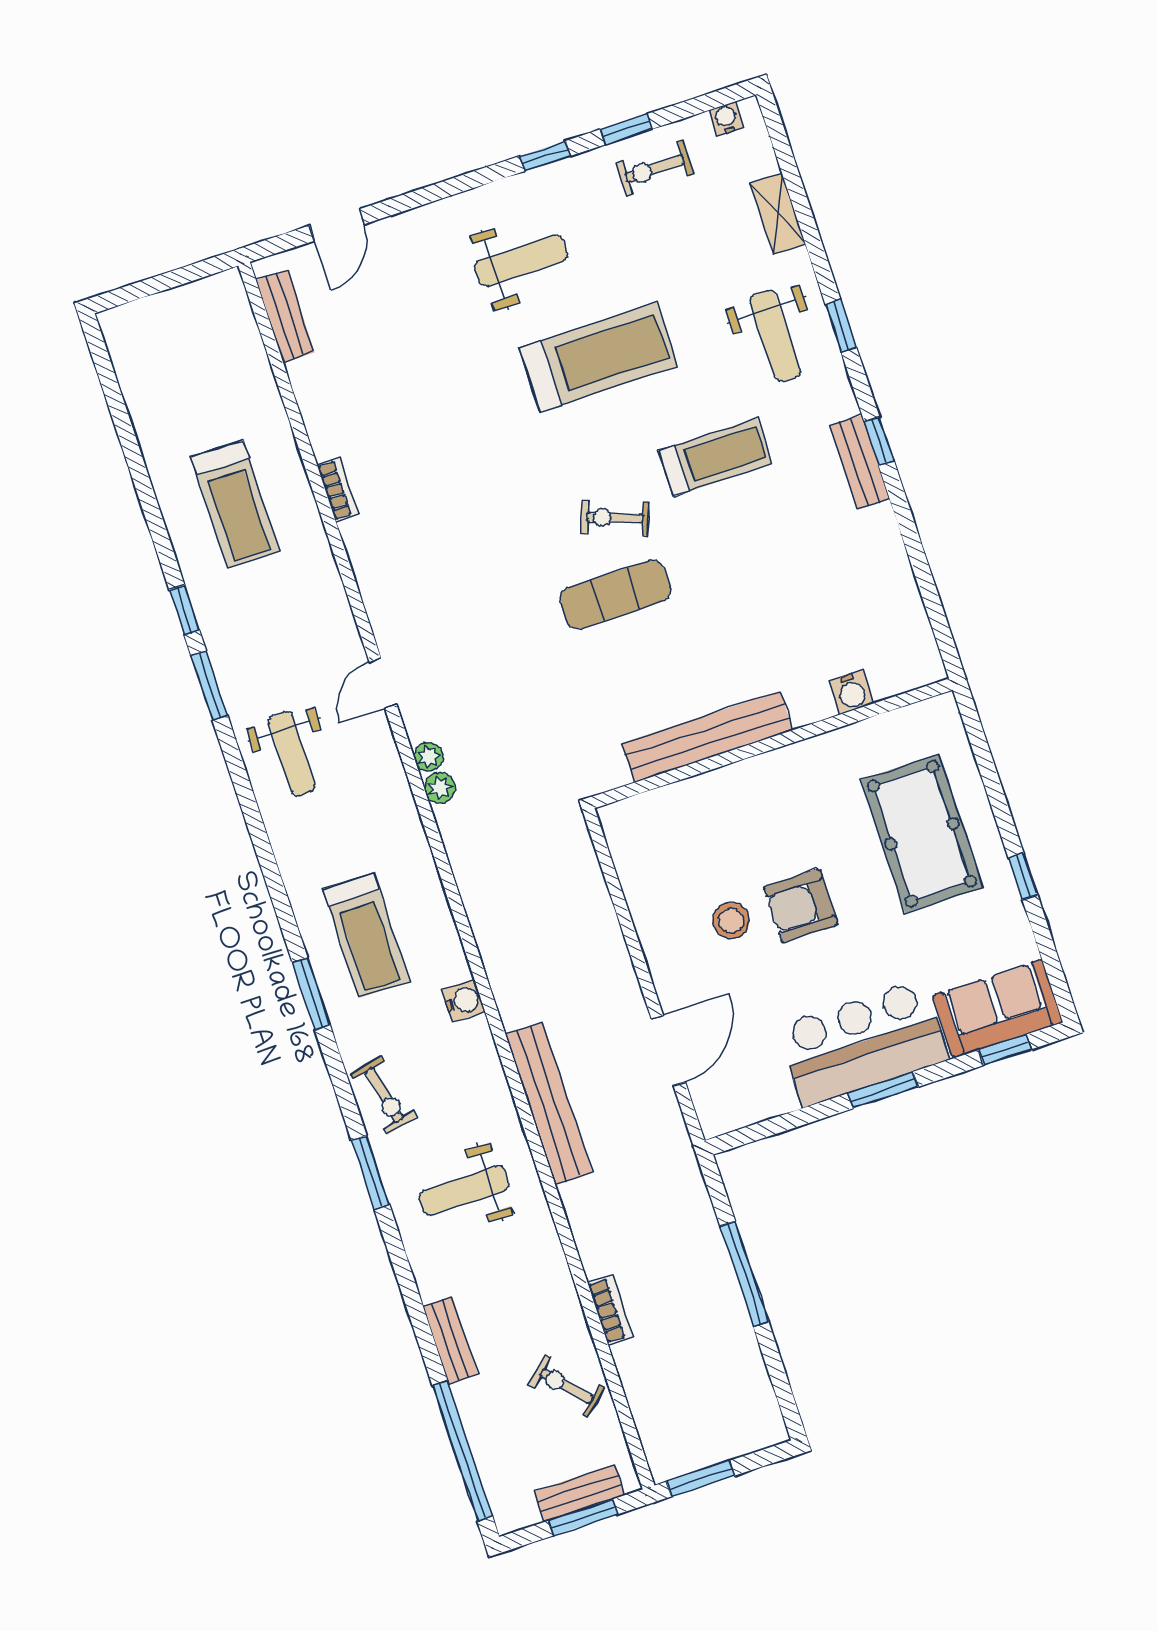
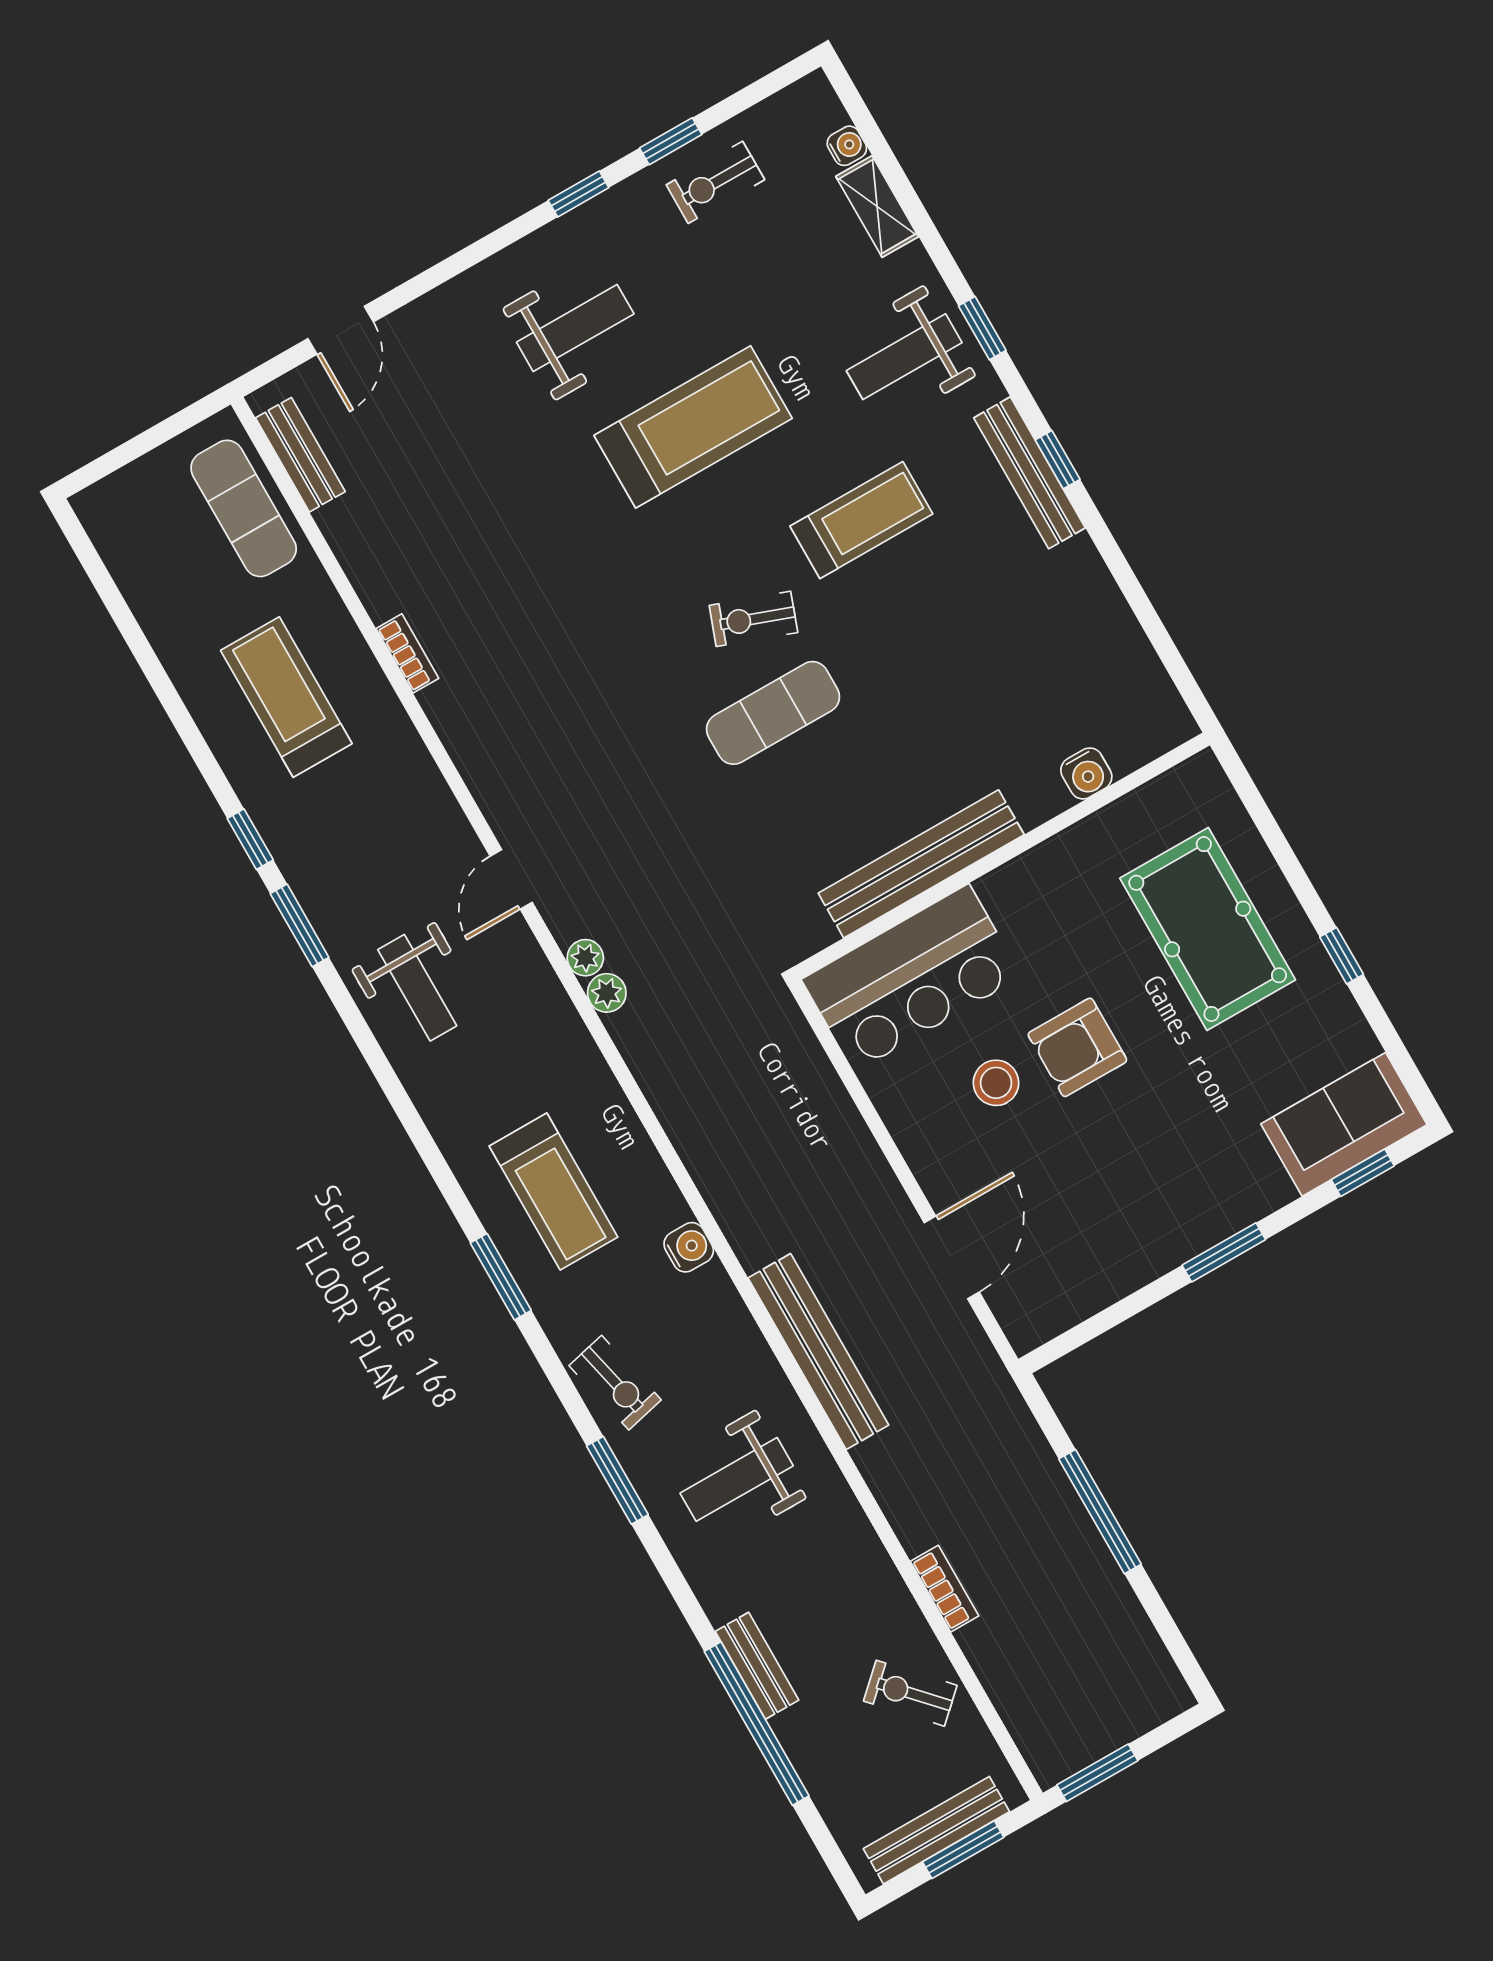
water cooler: (726, 119) -> (847, 146), moved, turned 90
weight bench: (775, 336) -> (904, 357), turned 90
exercise mat: (232, 349) -> (244, 508), added
bench: (860, 462) -> (1029, 473), width x1.36
treadmill: (235, 504) -> (286, 697), turned 180
bar counter: (863, 1043) -> (912, 978), moved, turned 180
window: (462, 1451) -> (757, 1724), moved
bench: (580, 1493) -> (936, 1830), width x1.36

